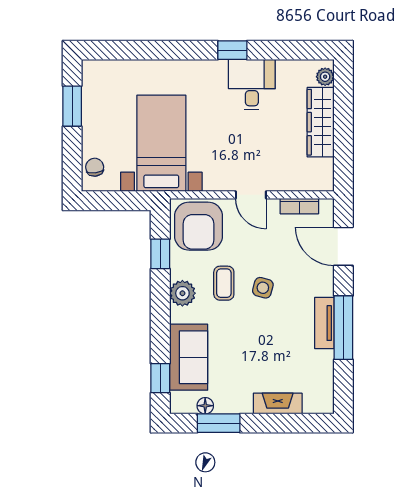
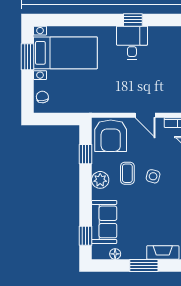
desk: (252, 85) -> (132, 43), moved
bed with nightstands: (161, 143) -> (65, 53), moved, turned 90
window: (219, 423) -> (144, 265), moved

